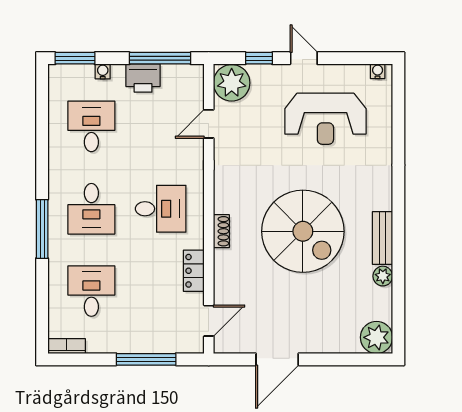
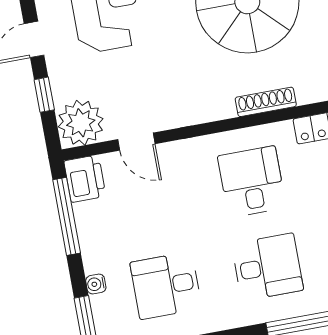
printer: (143, 78) -> (85, 179), moved
shoe rack: (221, 231) -> (266, 102), width x1.43

